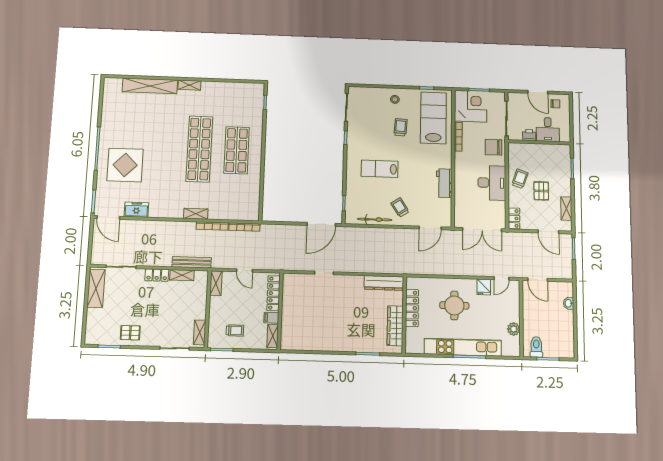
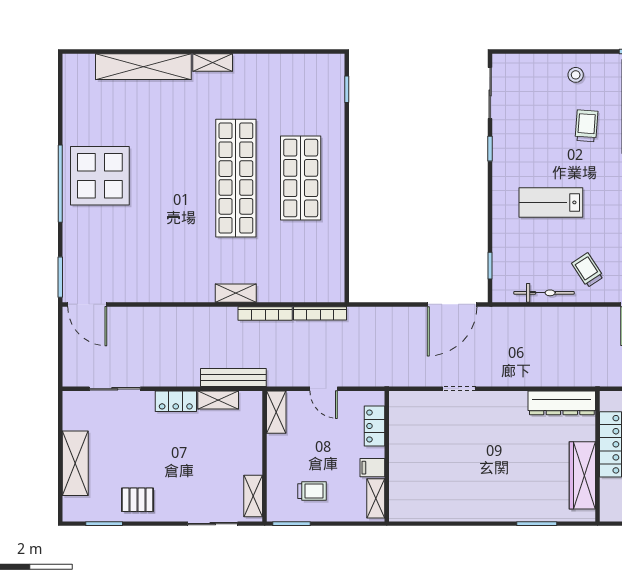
display table: (125, 165) -> (100, 176), moved
freezer: (136, 210) -> (134, 289), removed
shelving: (96, 288) -> (75, 463), moved
locker: (274, 293) -> (375, 426), width x0.66

